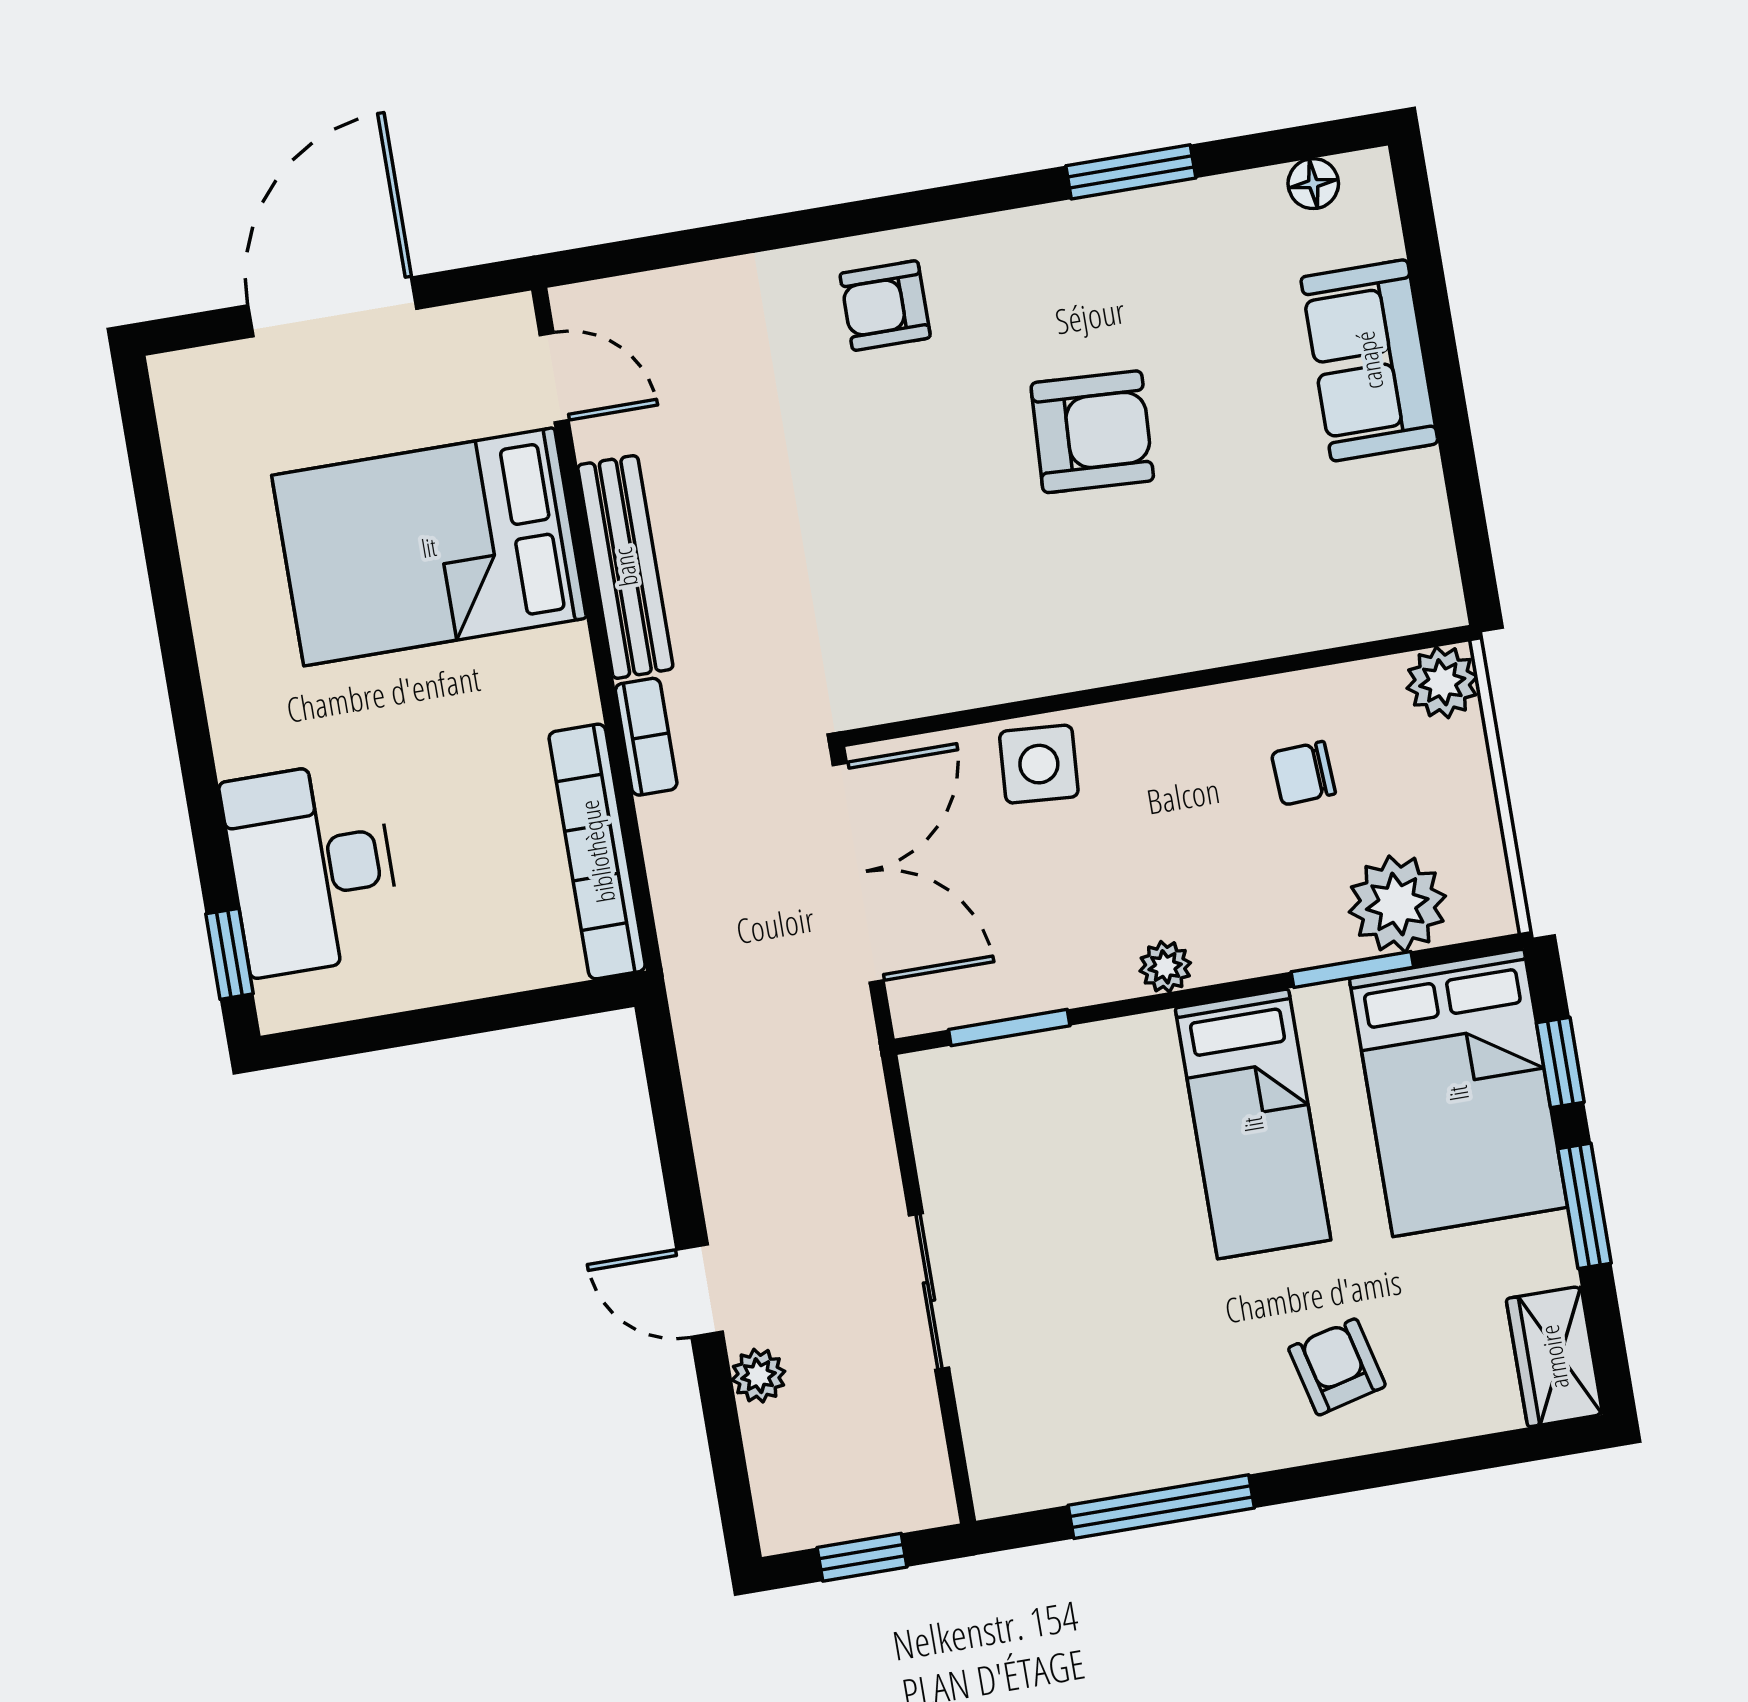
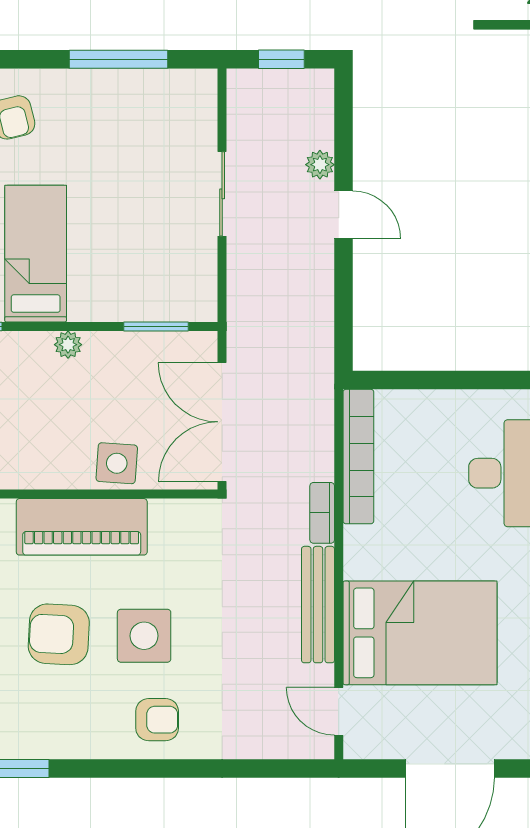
side table: (935, 456) -> (144, 636), added
piano: (1083, 636) -> (82, 527), added

